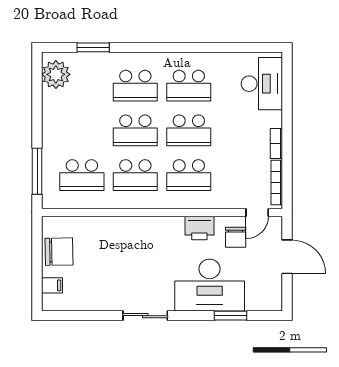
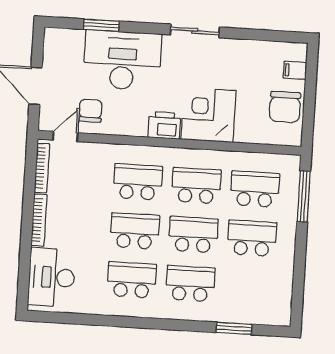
plant: (56, 74) -> (277, 301), removed
school desk: (82, 130) -> (252, 238), added
bookcase: (276, 143) -> (39, 220), width x1.56
printer: (199, 228) -> (164, 125), moved
corner desk: (128, 240) -> (208, 115), added
chair: (59, 252) -> (285, 107), turned -89

